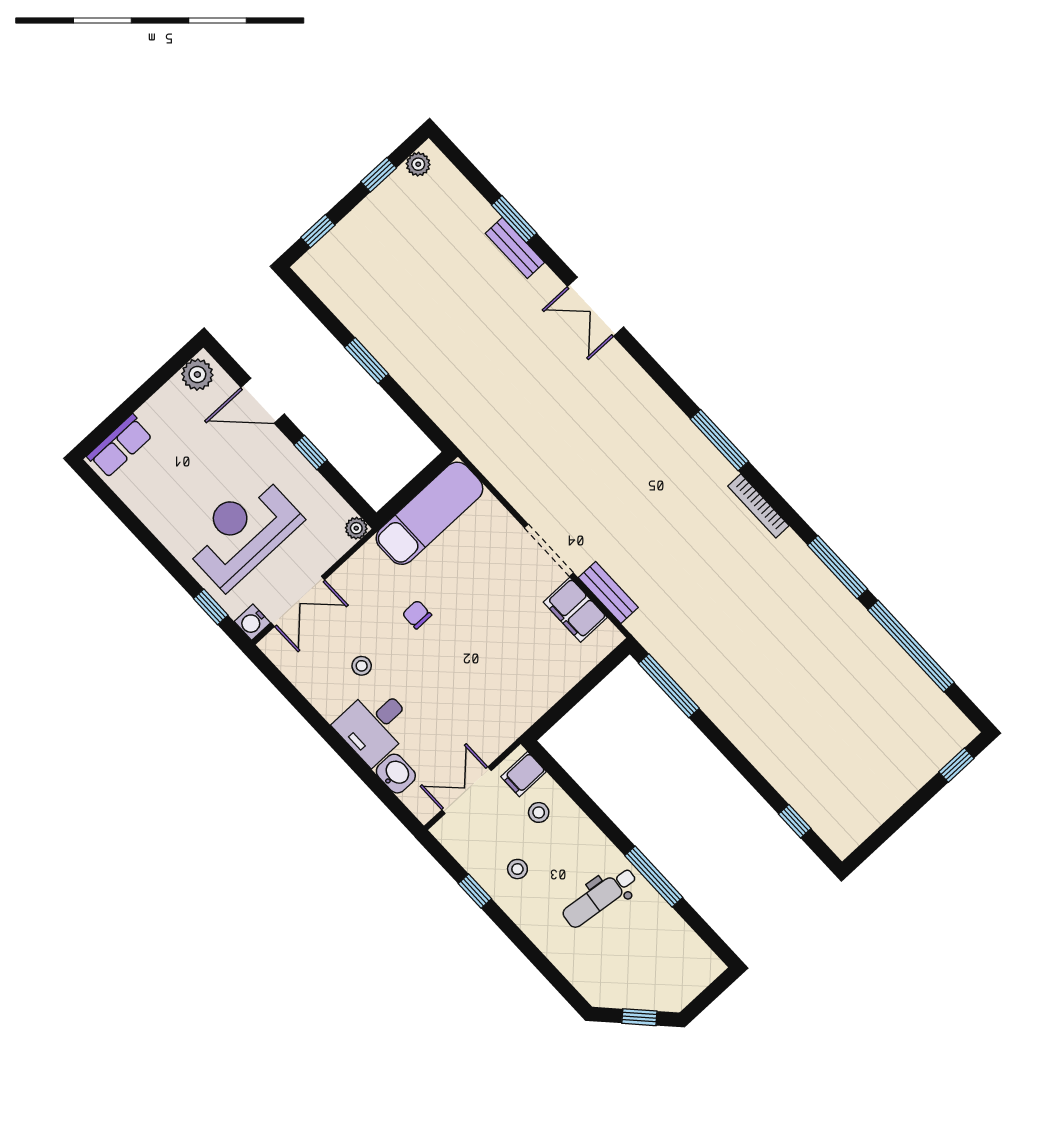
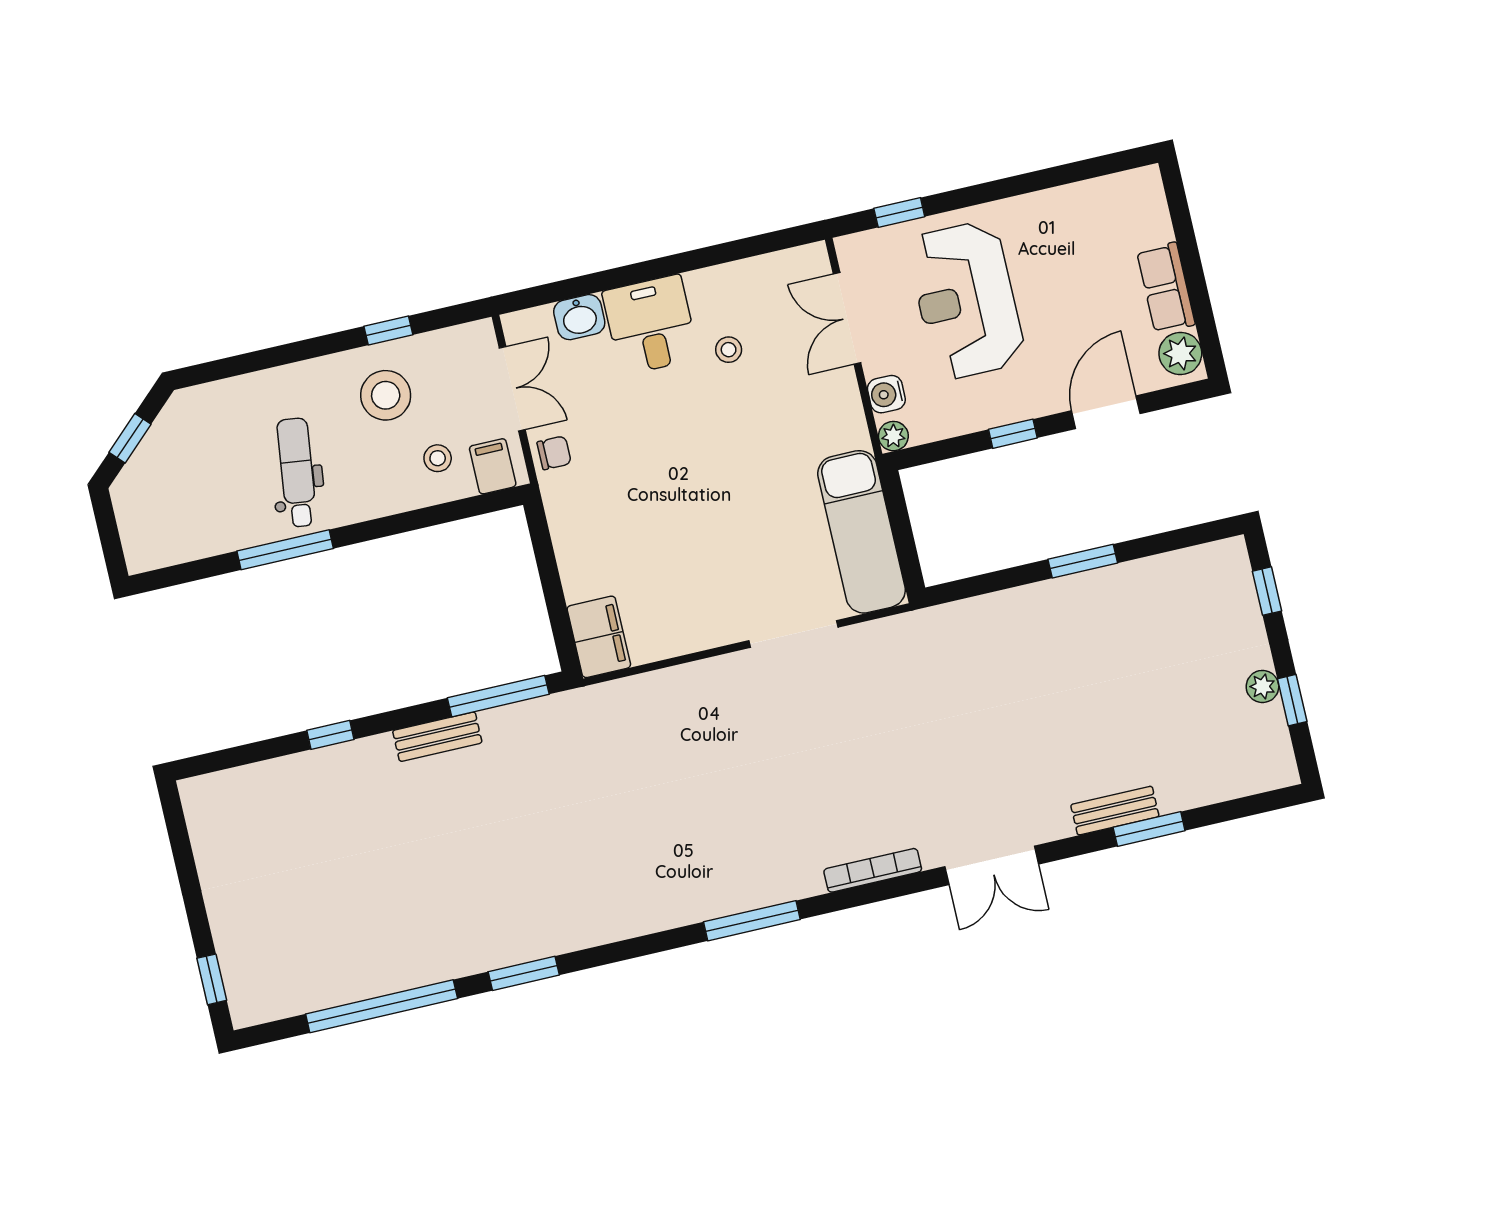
plant: (418, 164) -> (1262, 686), moved
double door: (595, 307) -> (992, 865), swing flipped
row of seats: (120, 446) -> (1166, 288), moved
bookcase: (758, 506) -> (873, 870), moved
reception desk: (242, 532) -> (966, 300), turned 180
doorway: (549, 550) -> (793, 634), moved
window: (837, 567) -> (524, 973), width x0.69
bench: (608, 592) -> (437, 737), moved
filing cabinet: (575, 610) -> (599, 637), moved, turned 90
chair: (417, 615) -> (554, 453), moved
water cooler: (252, 622) -> (886, 394), moved, turned -90
window: (795, 821) -> (330, 735), moved
stool: (517, 869) -> (386, 395), width x1.89, depth x1.89

